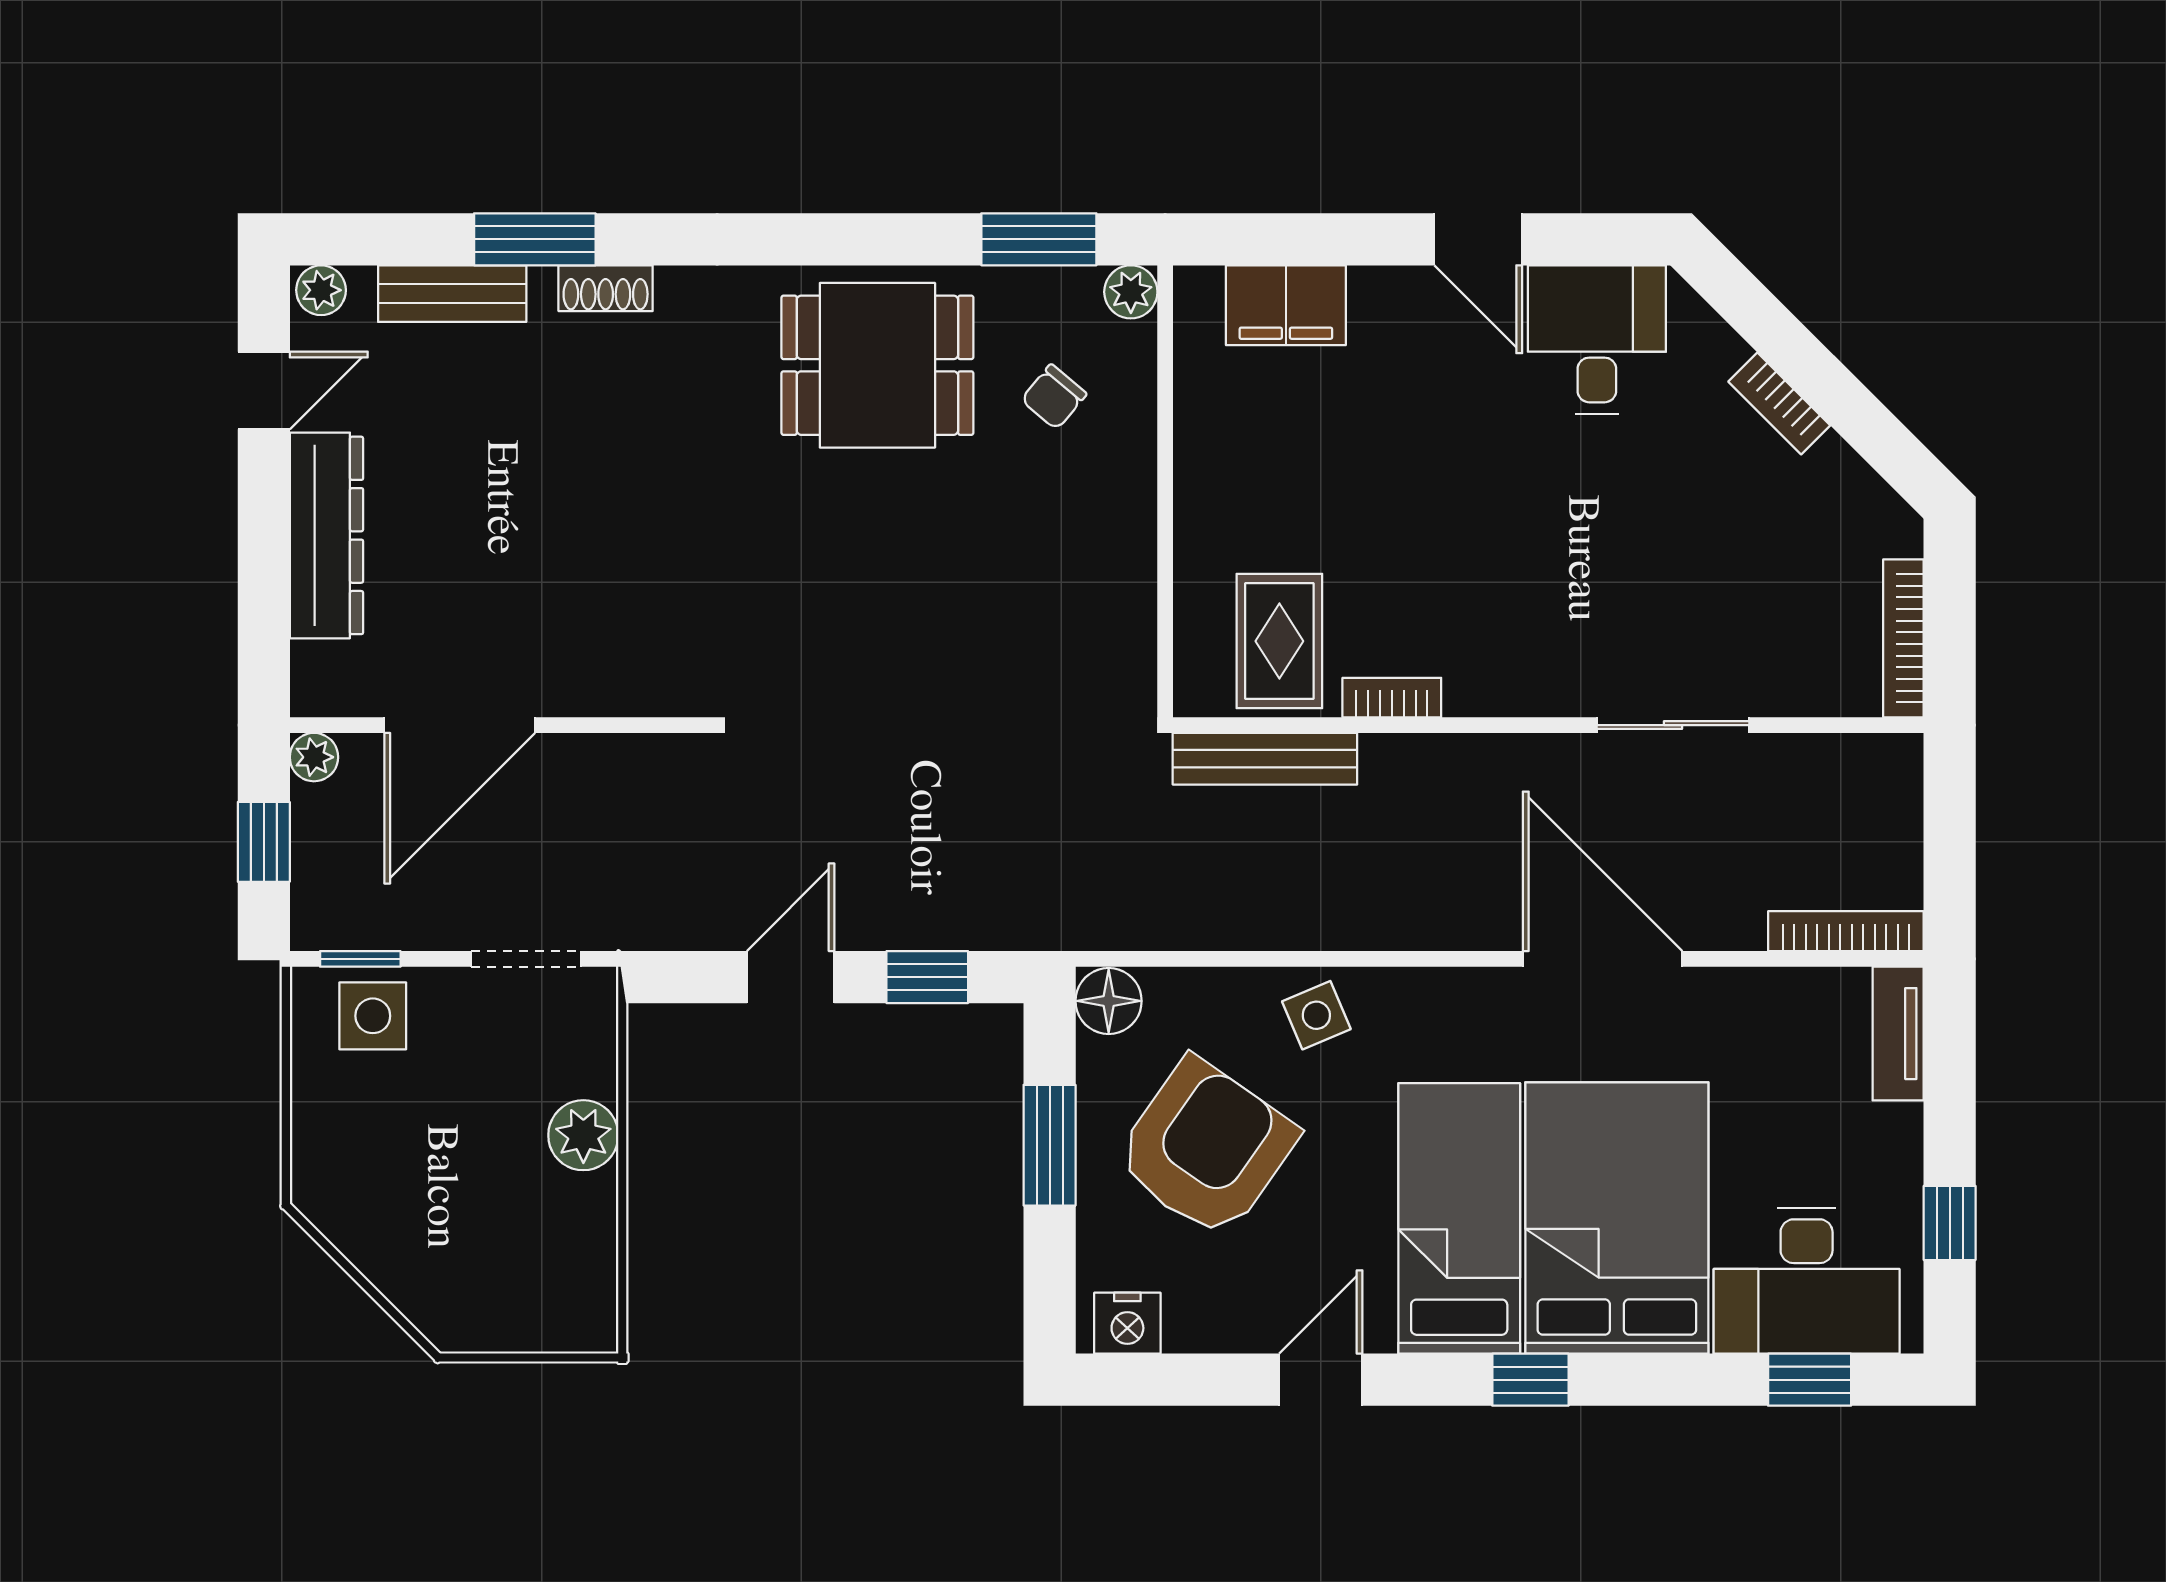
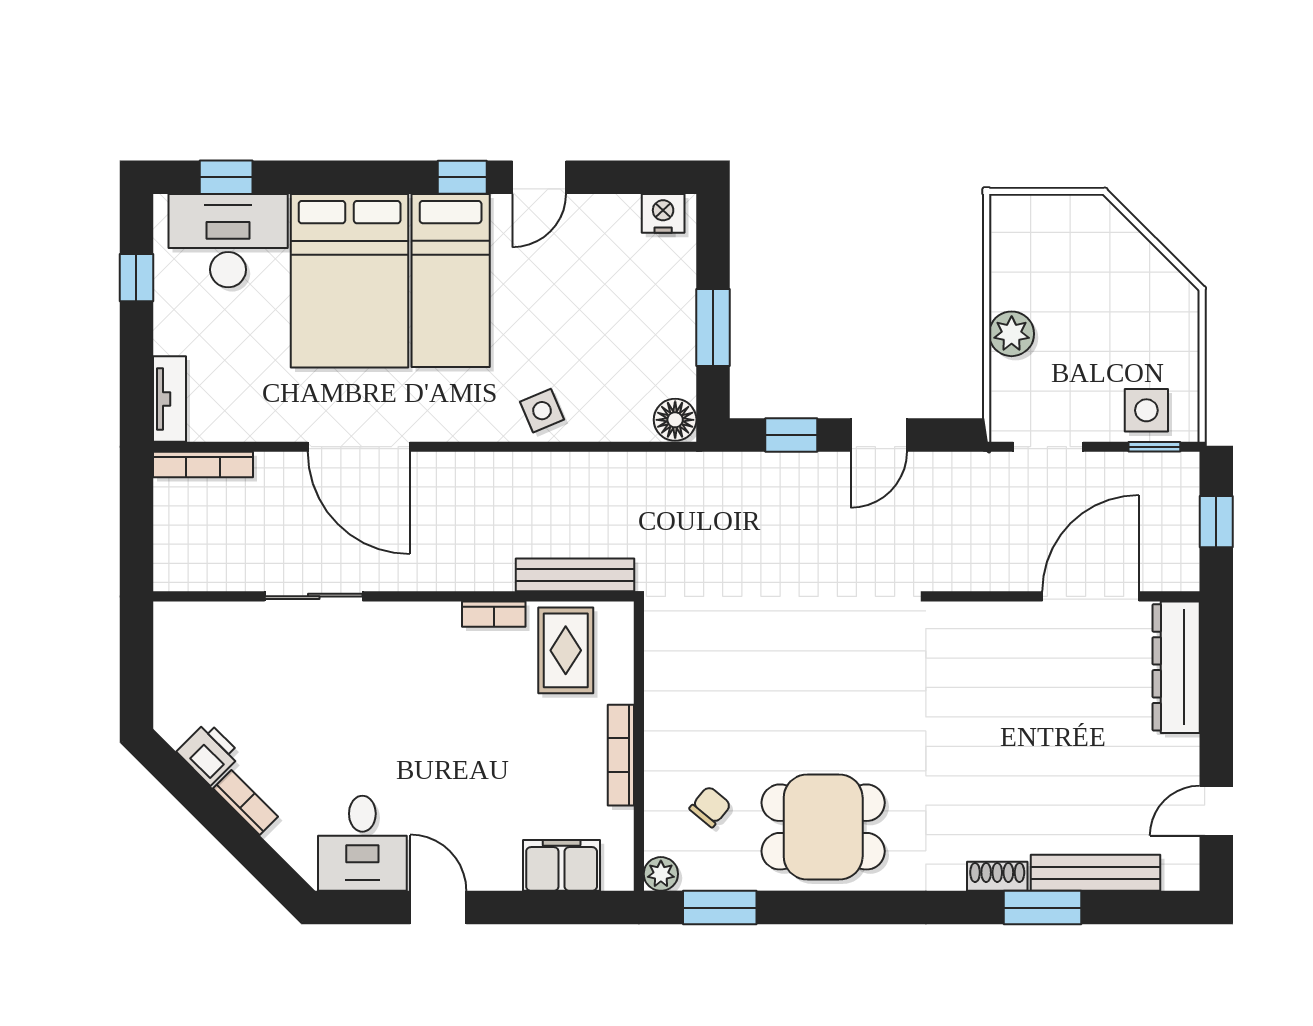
plant: (321, 290) -> (1179, 875), removed
bench: (452, 294) -> (1095, 873), width x1.36
printer: (1837, 480) -> (209, 753), added
dresser: (326, 535) -> (1176, 667), moved
bookcase: (1903, 638) -> (621, 755), moved, turned 180
plant: (314, 757) -> (1184, 576), removed
armchair: (1206, 1148) -> (613, 326), removed
window: (1530, 1380) -> (462, 177), moved

